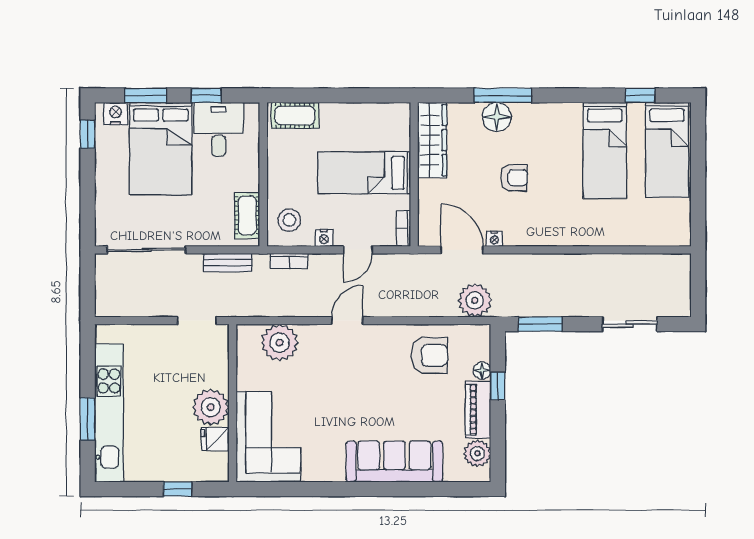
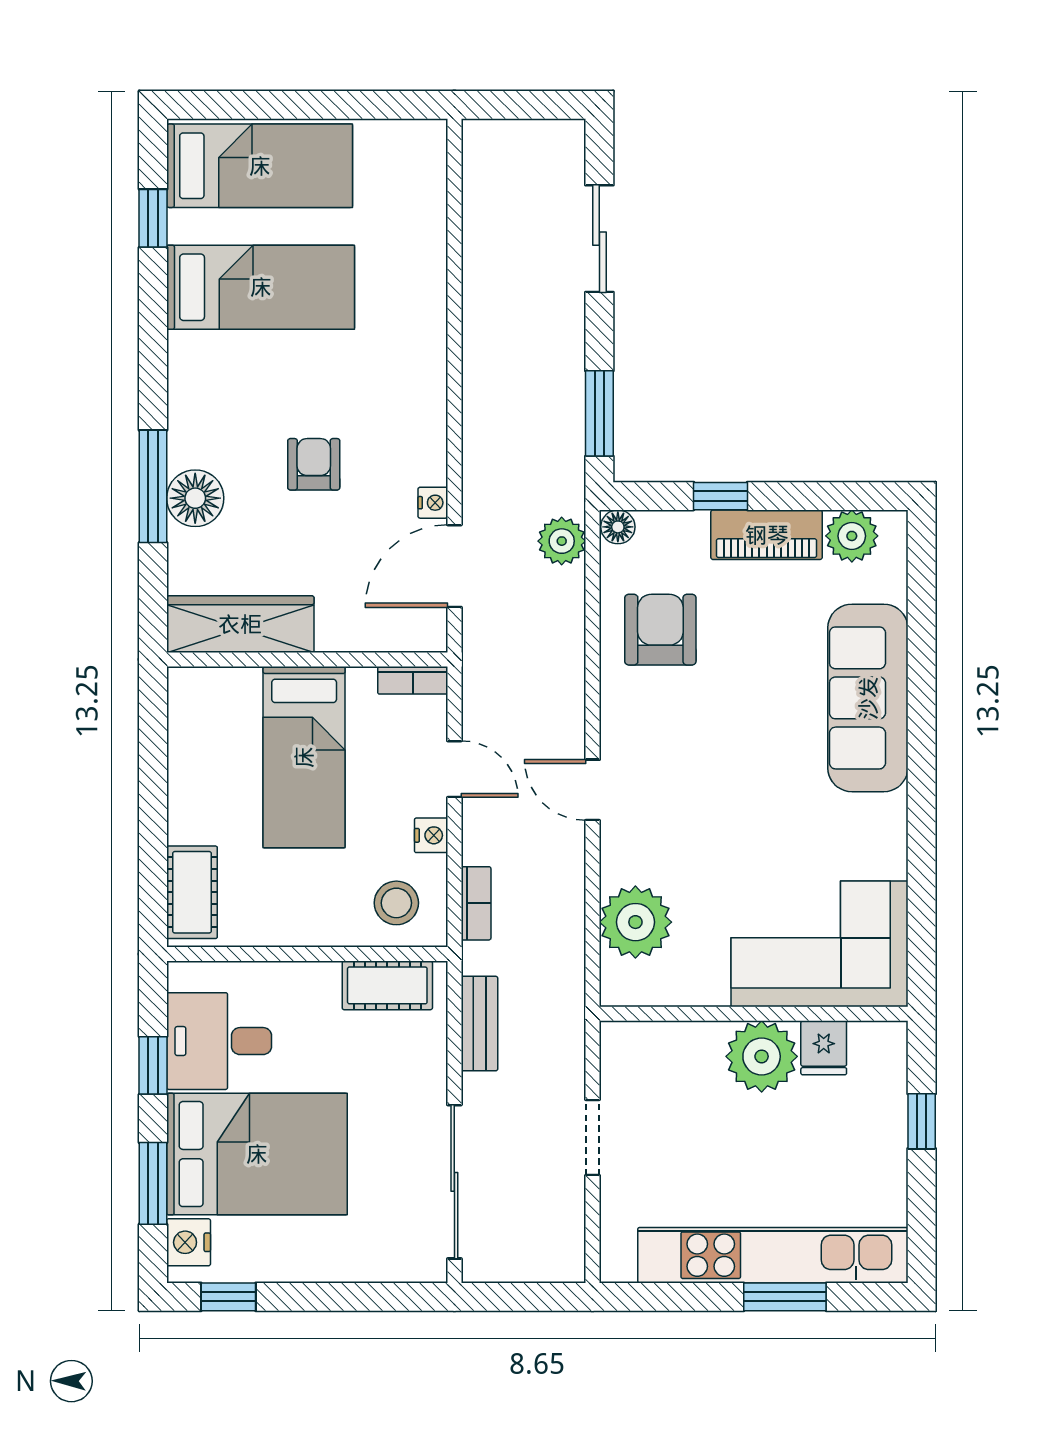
plant: (475, 300) -> (562, 541), width x0.73, depth x0.73
doorway: (197, 321) -> (593, 1138), moved
floor lamp: (482, 371) -> (618, 527), moved

